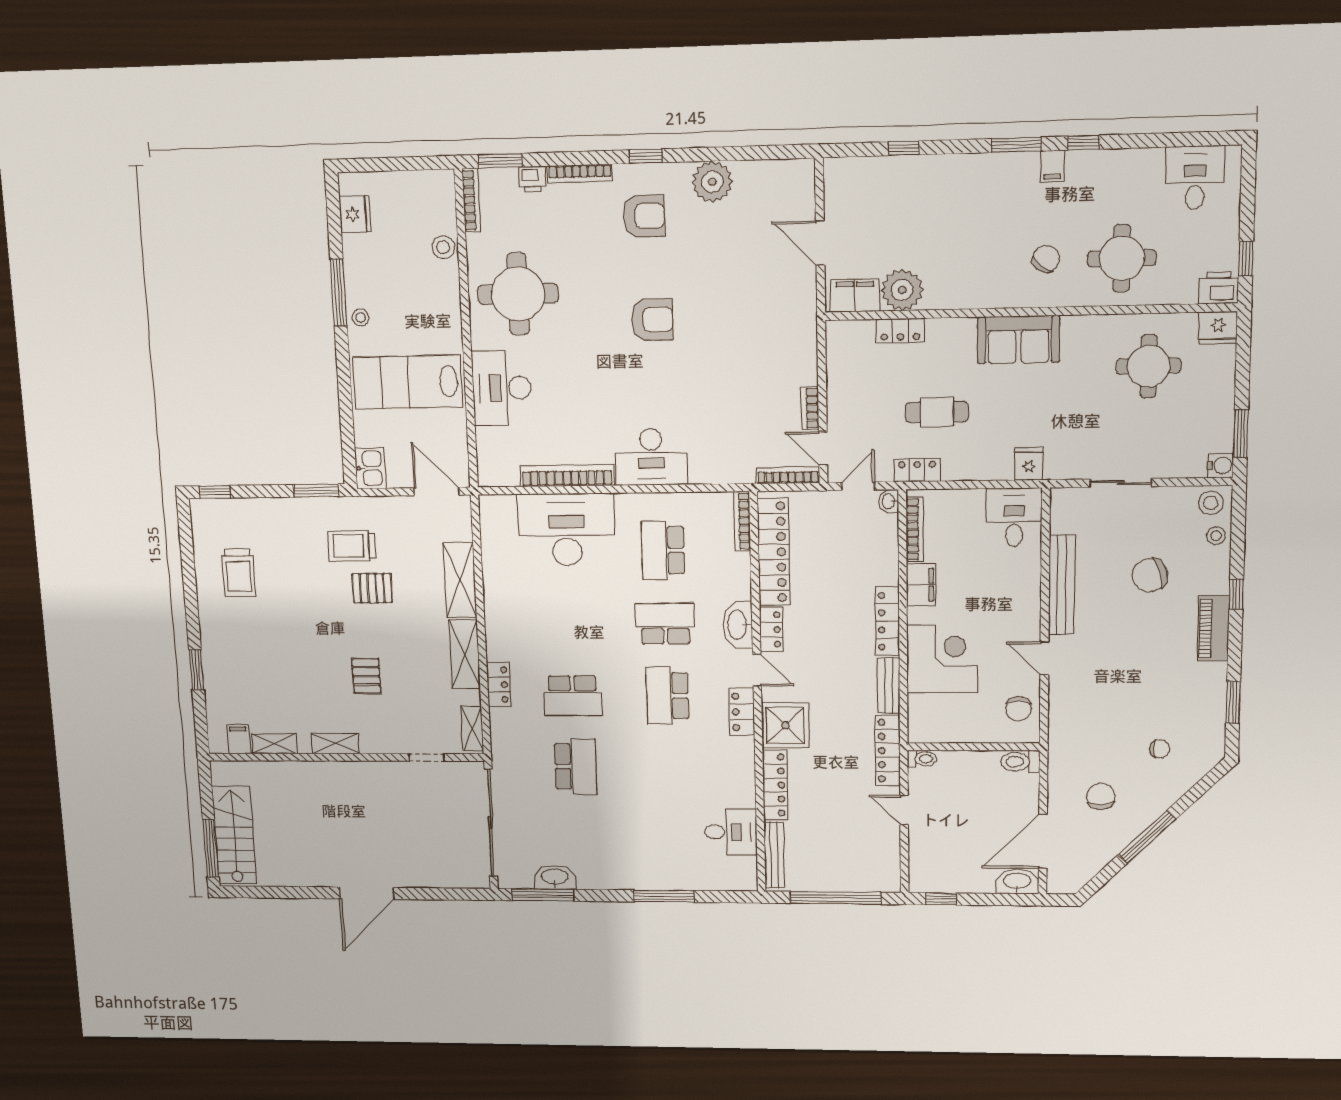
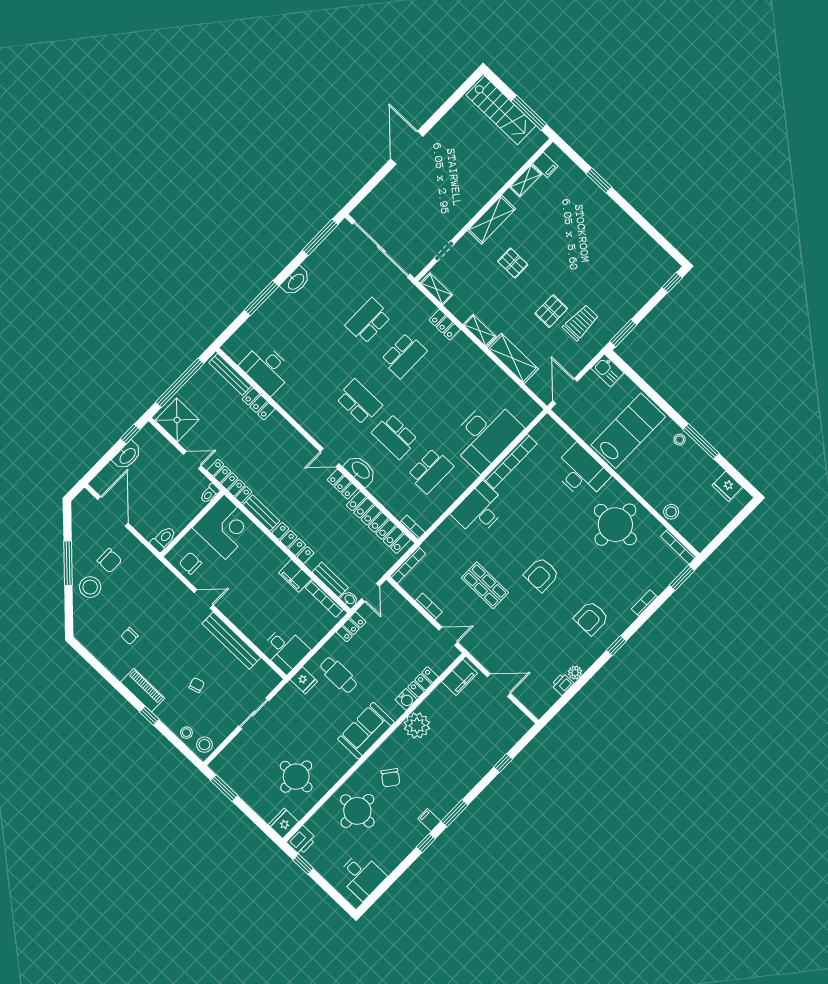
bookcase: (580, 174) -> (644, 603), width x0.64
printer: (532, 179) -> (563, 684), moved
plant: (712, 182) -> (575, 673), width x0.53, depth x0.53
plant: (902, 290) -> (417, 726), moved
shop shelf: (726, 370) -> (485, 585), added
cafe table: (937, 412) -> (339, 675), moved, turned 90
door: (823, 448) -> (448, 636), moved
water cooler: (1221, 466) -> (406, 699), moved, turned -90
door: (436, 492) -> (565, 391), swing flipped
bookcase: (742, 521) -> (412, 527), width x0.64
bench: (888, 543) -> (330, 580), added
school desk: (663, 550) -> (431, 471), turned 90
trolley: (239, 573) -> (623, 253), removed
chair: (1150, 575) -> (197, 685), width x0.54, depth x0.54
school desk: (665, 624) -> (395, 436), turned 90
shelving: (465, 654) -> (480, 331), width x0.67, depth x0.75
corner desk: (942, 659) -> (225, 527), moved, turned -90
school desk: (573, 696) -> (404, 355), turned 180
window: (1233, 702) -> (97, 666), removed
locker: (742, 712) -> (316, 430), removed
shower: (785, 725) -> (177, 420), moved
shelving: (335, 744) -> (492, 220), width x1.50, depth x1.33
chair: (1160, 749) -> (130, 636), moved
school desk: (576, 766) -> (368, 321), turned 90
locker: (775, 785) -> (259, 404), width x0.66
stool: (1151, 790) -> (90, 587), added
desk: (731, 832) -> (267, 369), width x1.37
window: (211, 848) -> (529, 113), moved
washbasin: (555, 877) -> (296, 281), moved
washbasin: (1017, 882) -> (127, 456), moved

